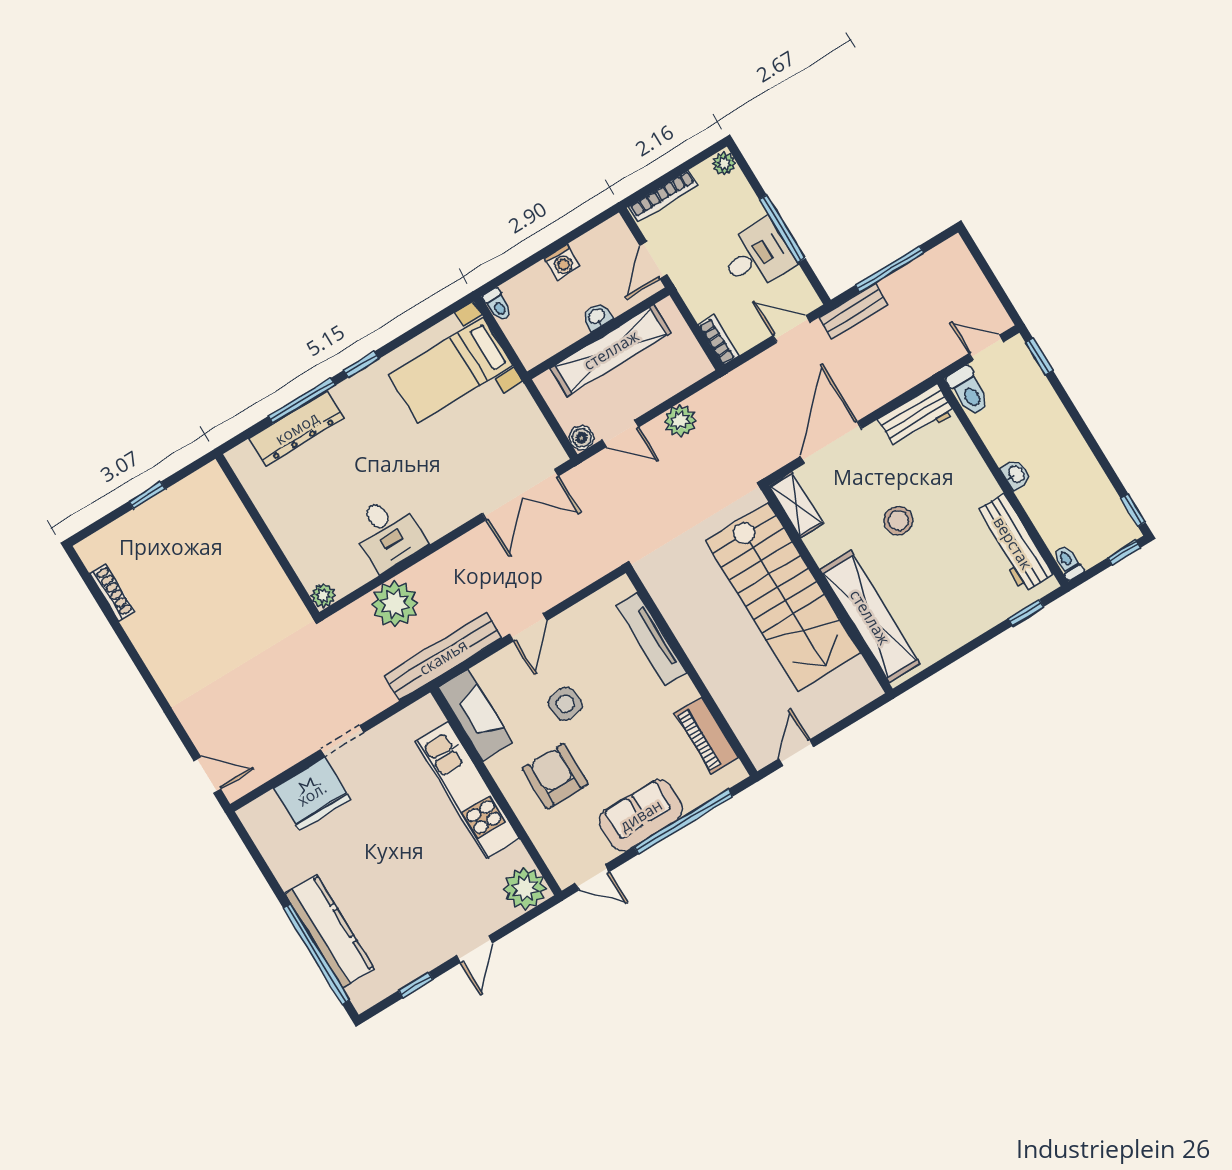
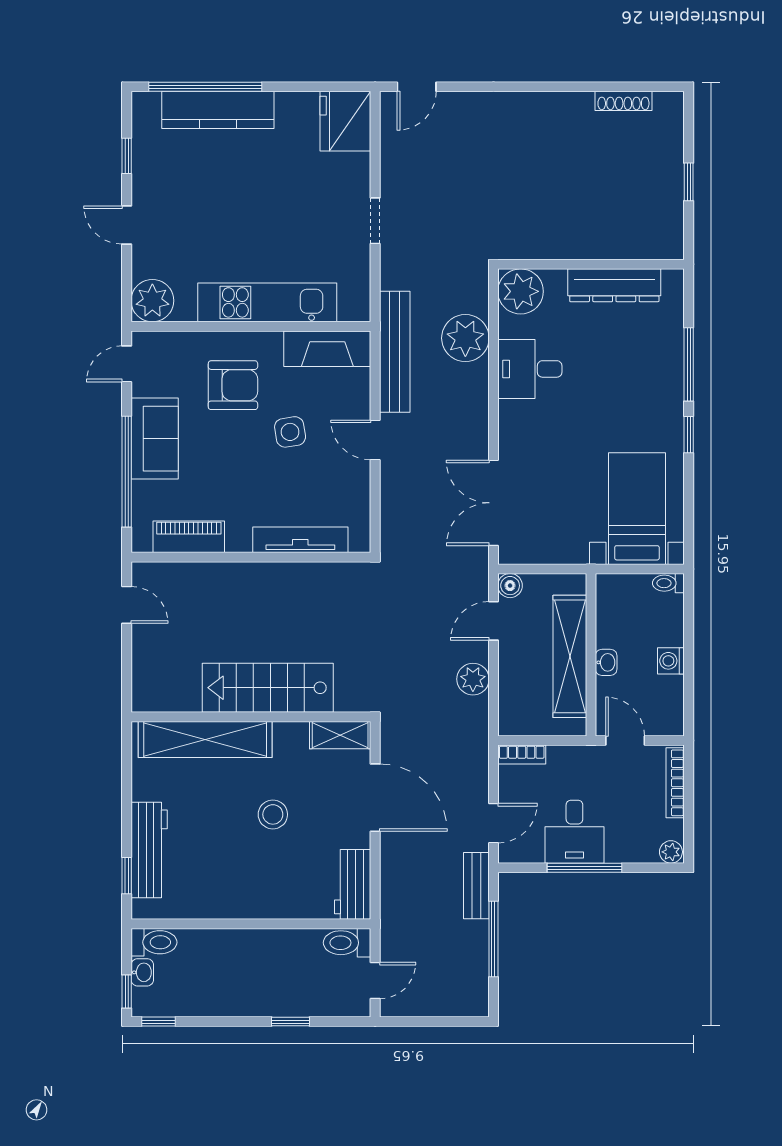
window: (1039, 357) -> (290, 1022), moved
dresser: (297, 428) -> (614, 285), moved, turned -90
washbasin: (1016, 475) -> (142, 972), moved, turned -90
workbench: (1013, 543) -> (149, 850), moved, turned 90
toilet: (1068, 562) -> (154, 942), width x1.37, depth x1.39
plant: (323, 595) -> (521, 291), width x1.87, depth x1.87
stairs: (783, 597) -> (268, 688), width x0.73, depth x0.66
fridge: (312, 794) -> (345, 121), moved

